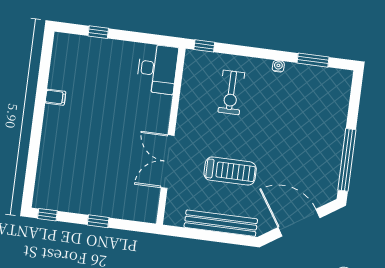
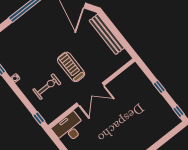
double door: (168, 162) -> (90, 94), moved
treadmill: (230, 171) -> (71, 67), moved

